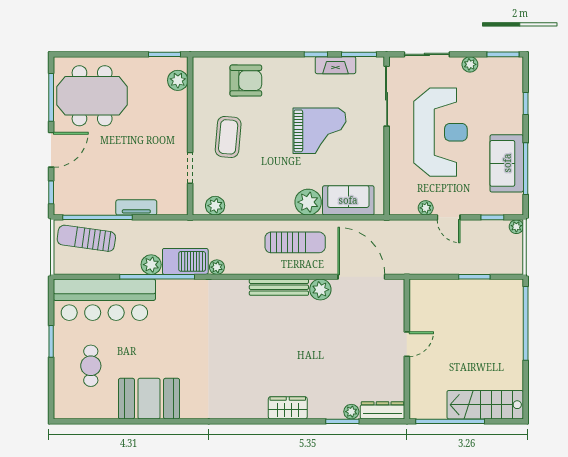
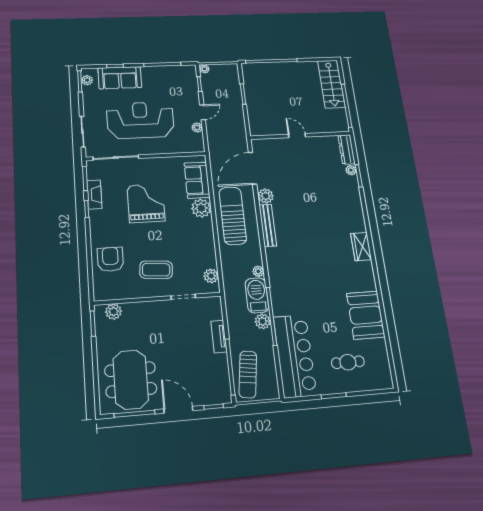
plant: (470, 64) -> (87, 80), moved
sofa: (507, 163) -> (120, 78), moved
sun lounger: (295, 242) -> (233, 216), width x1.36, depth x1.34
wardrobe: (288, 408) -> (361, 247), moved

